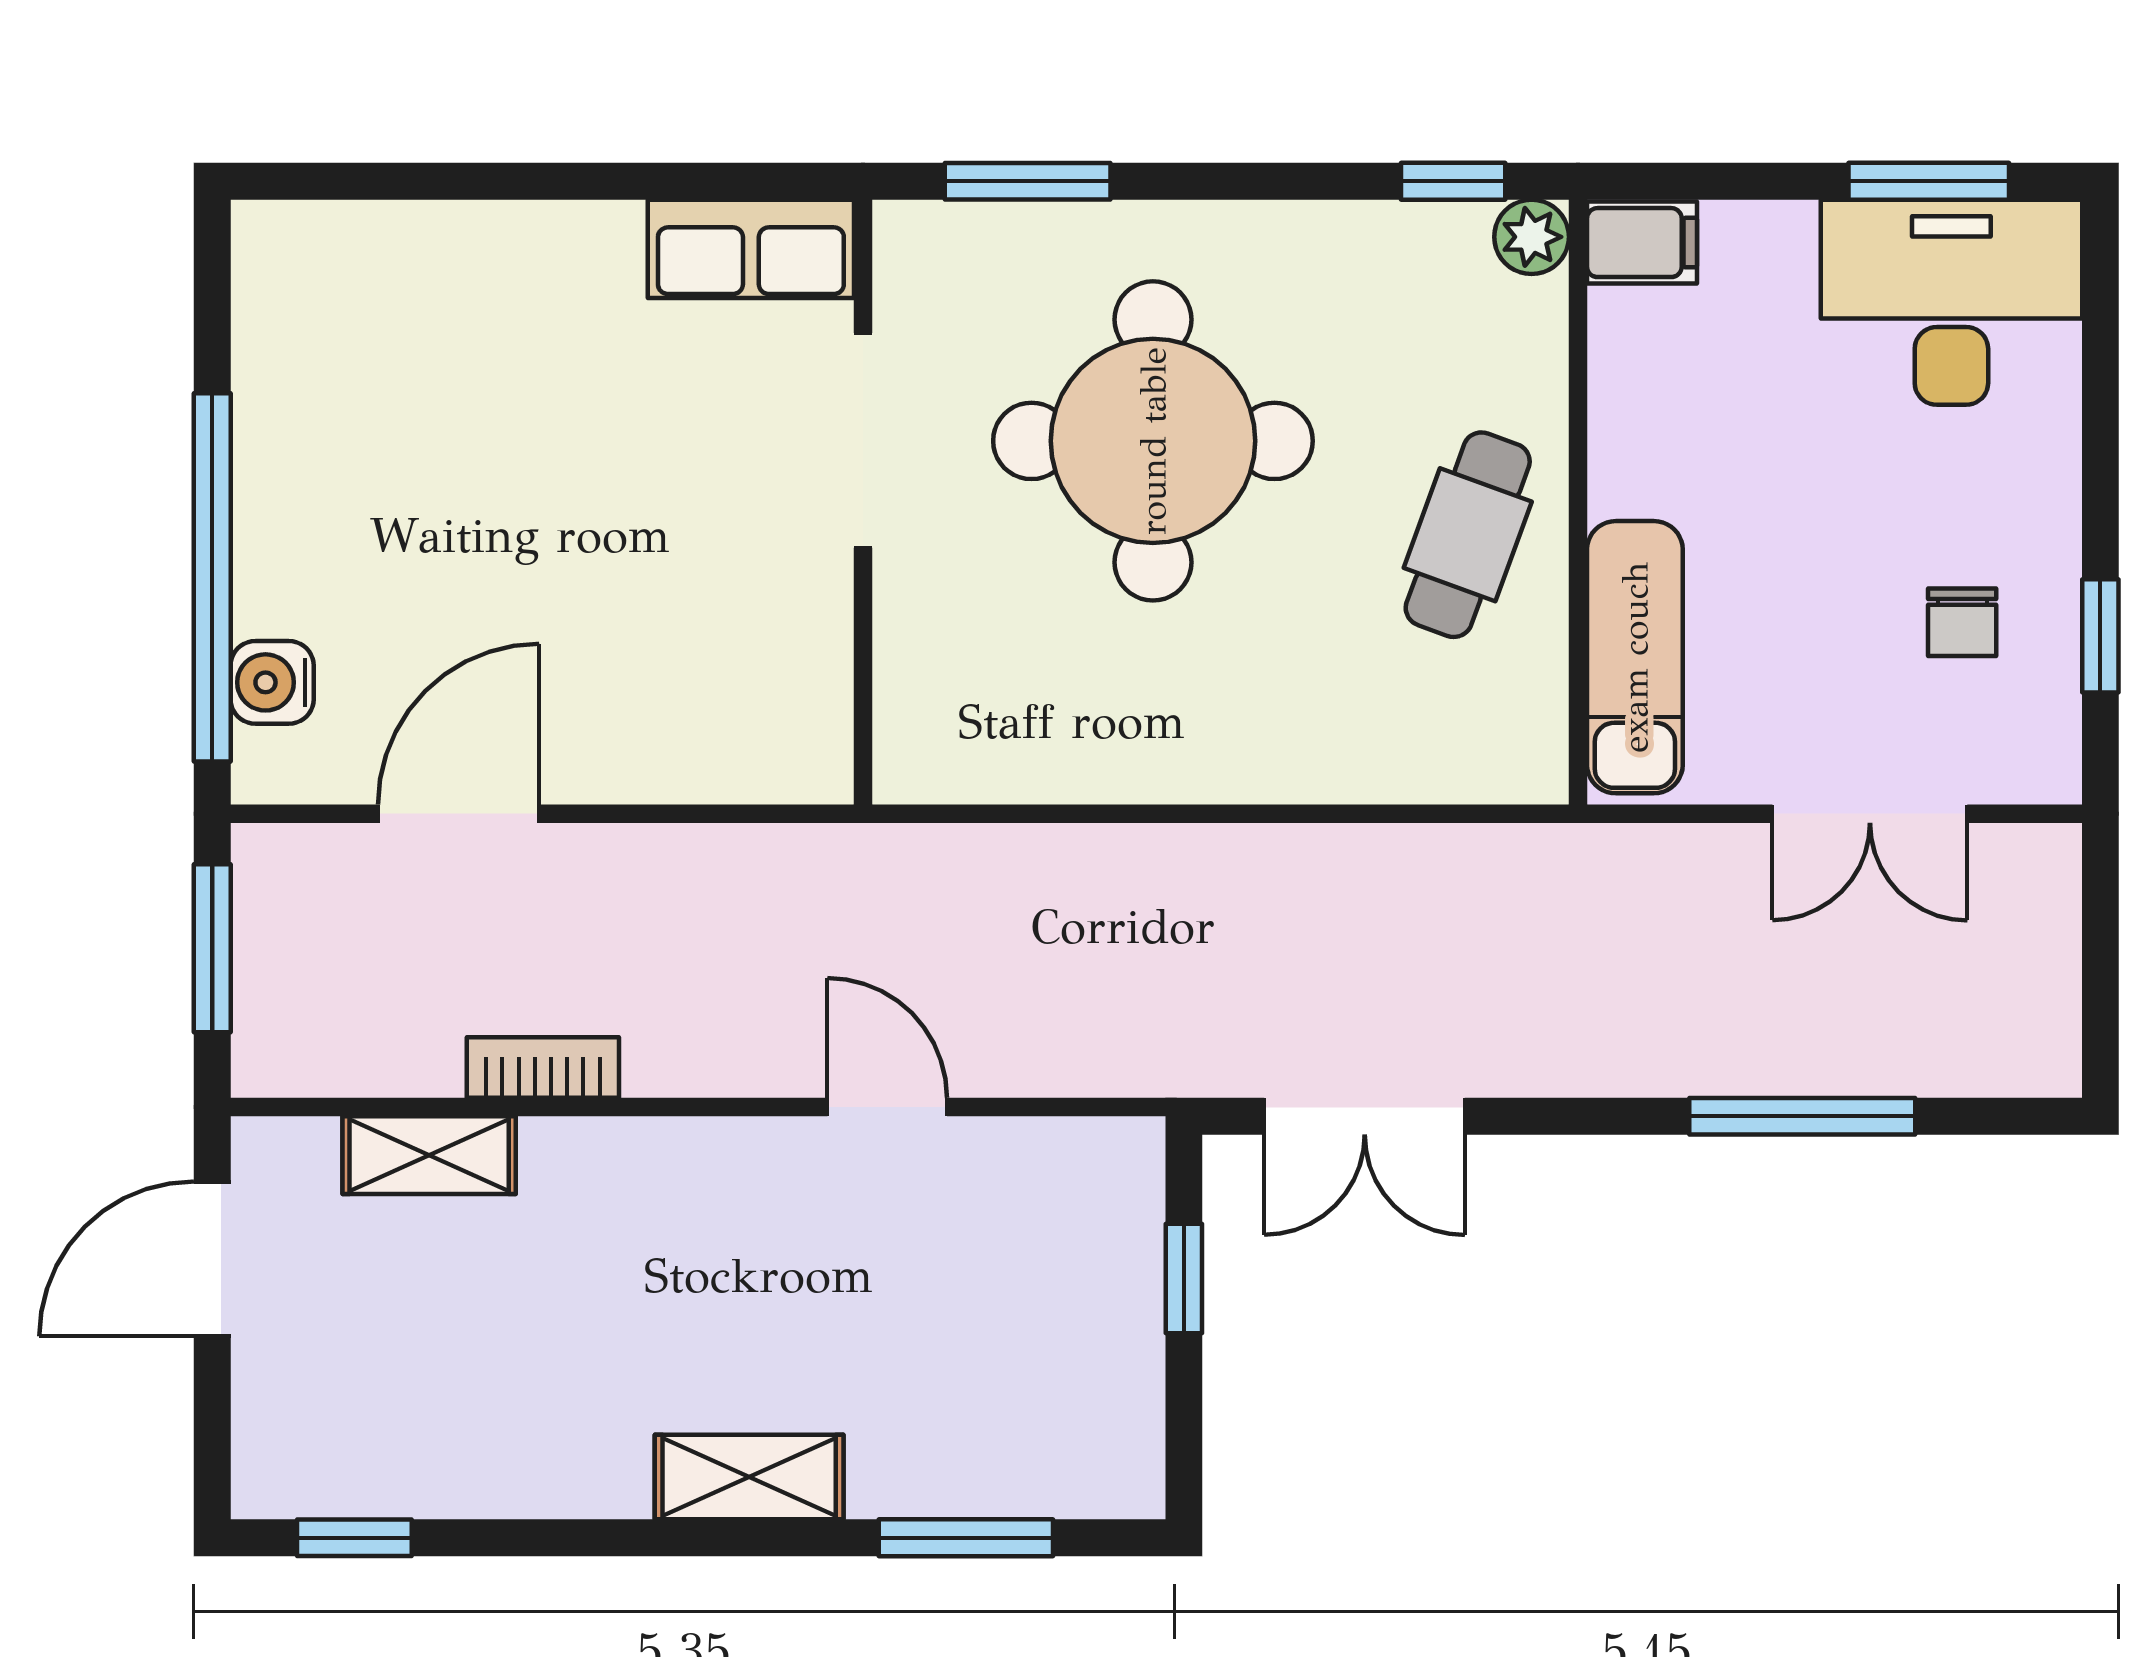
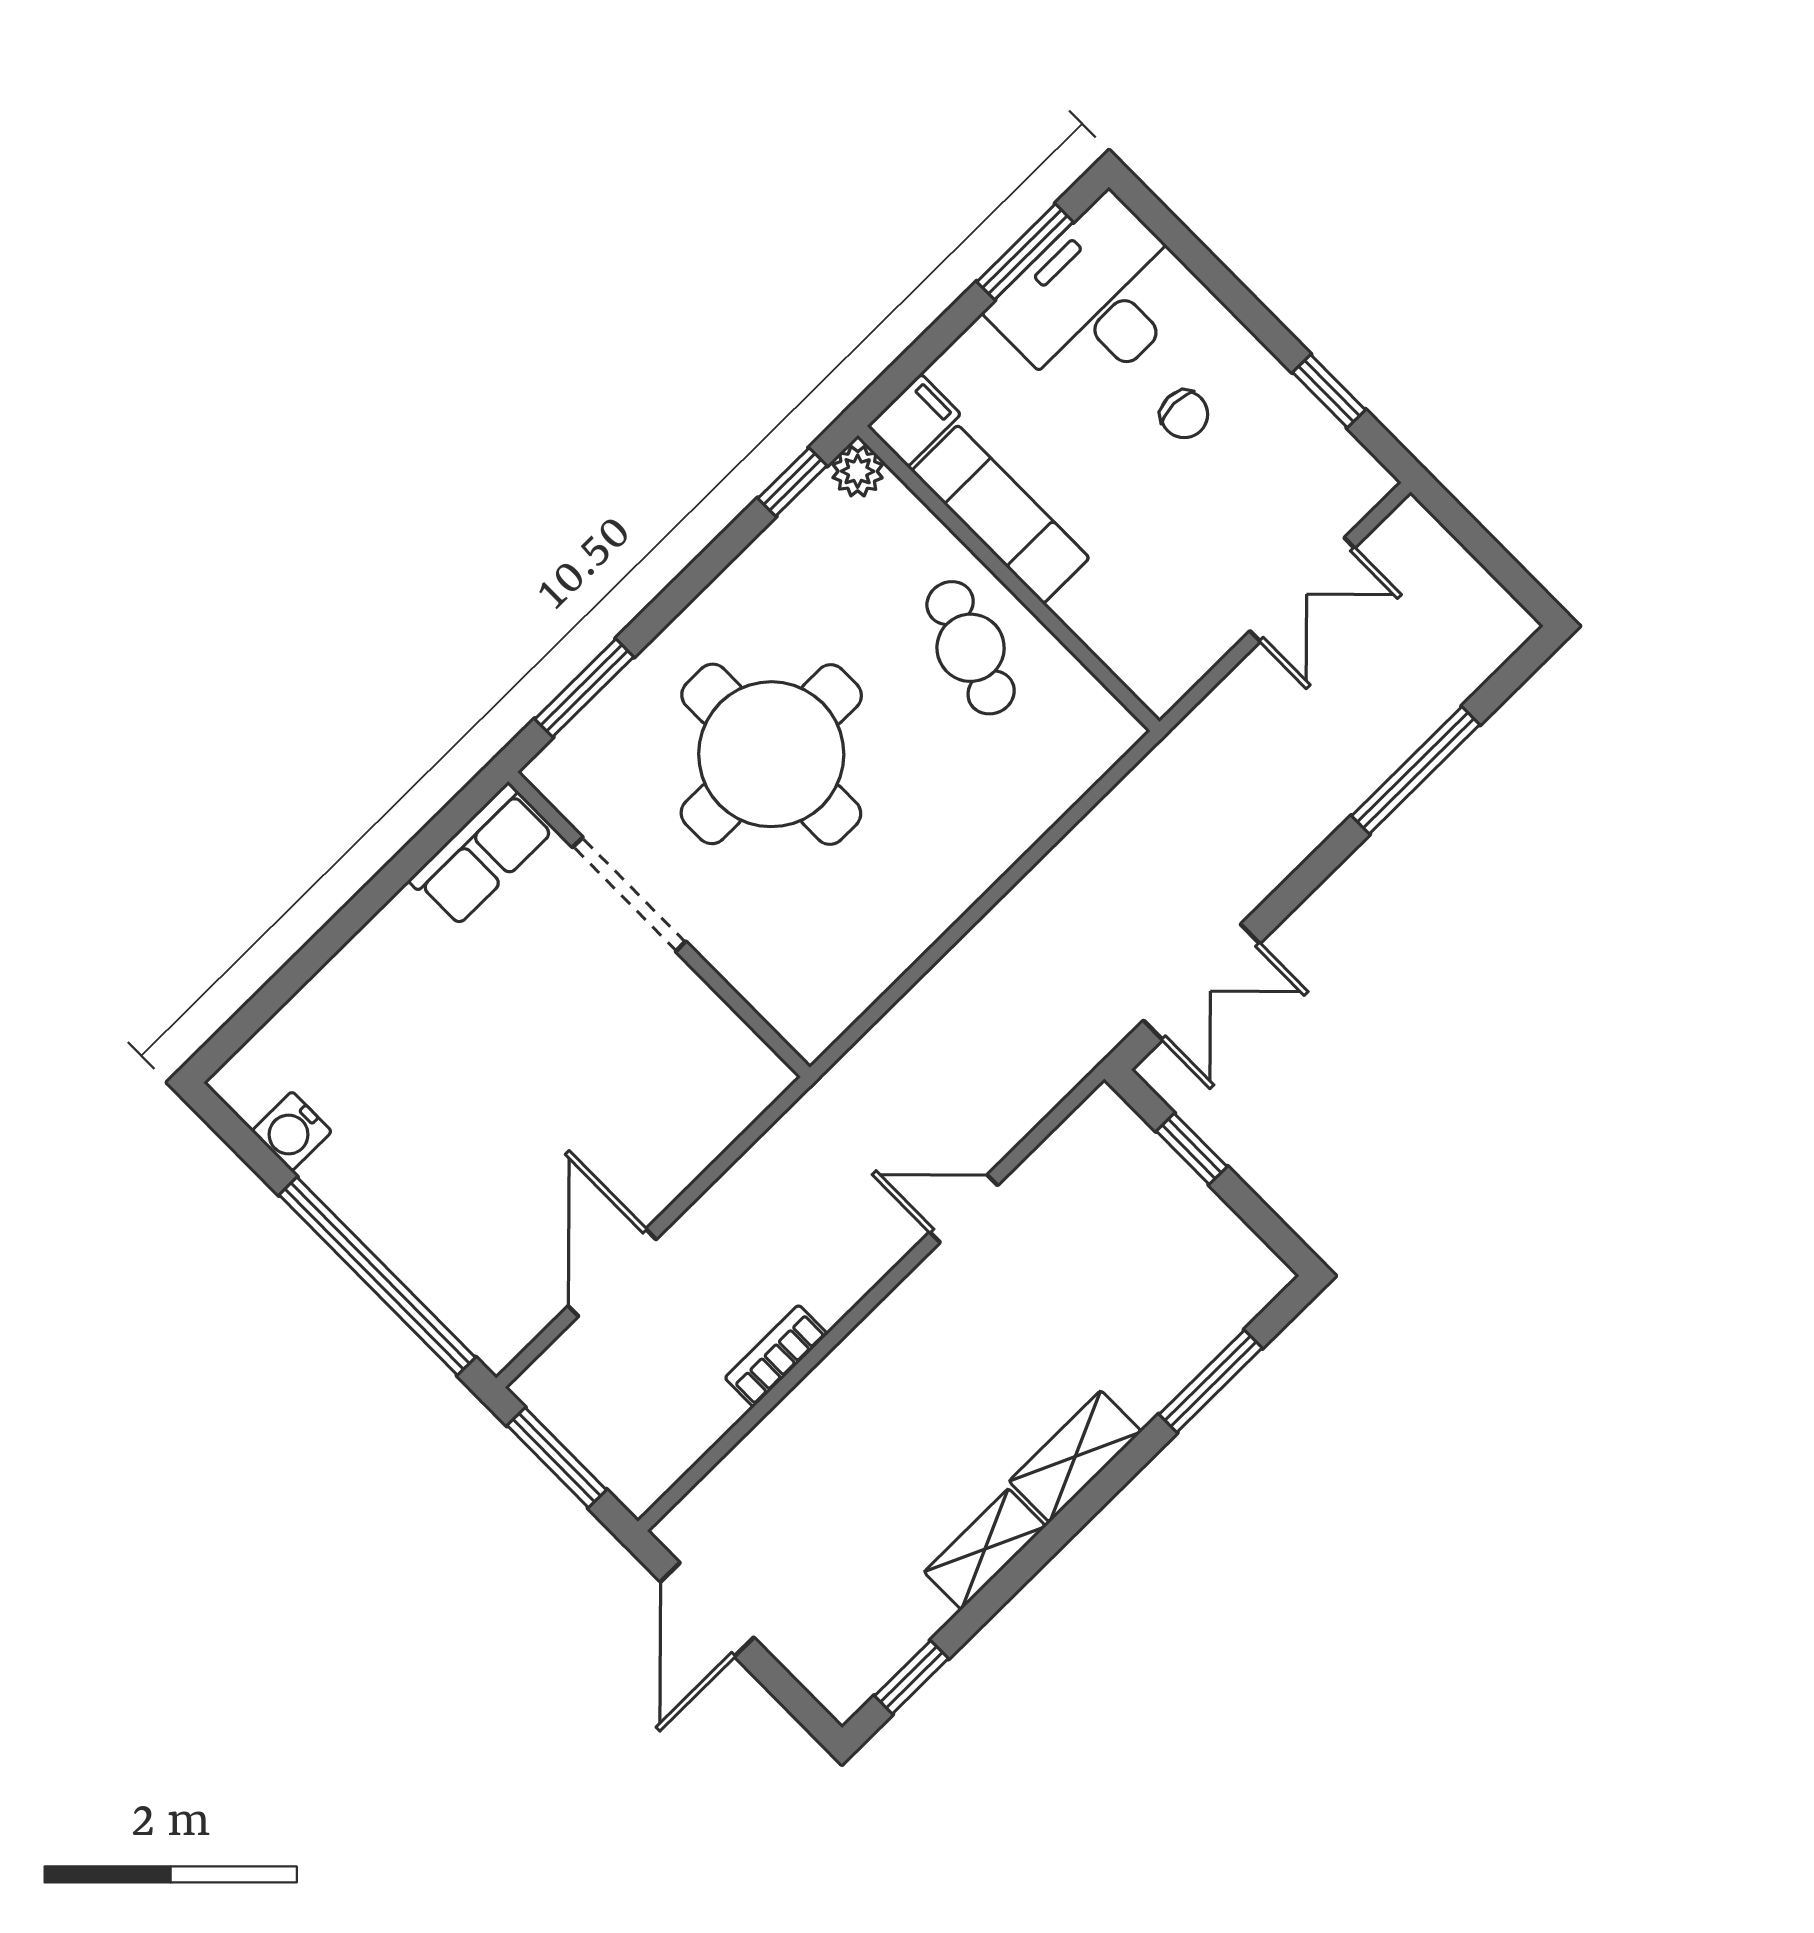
chair: (1962, 622) -> (1184, 414), moved
exam couch: (1635, 657) -> (1000, 514), moved
water cooler: (272, 682) -> (292, 1131), moved
shelving: (429, 1155) -> (985, 1549), moved

